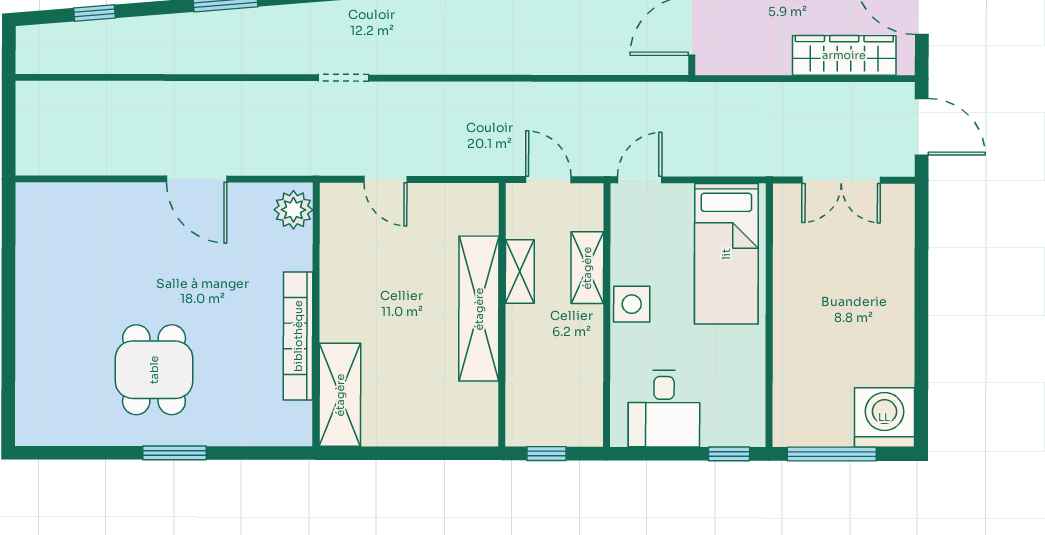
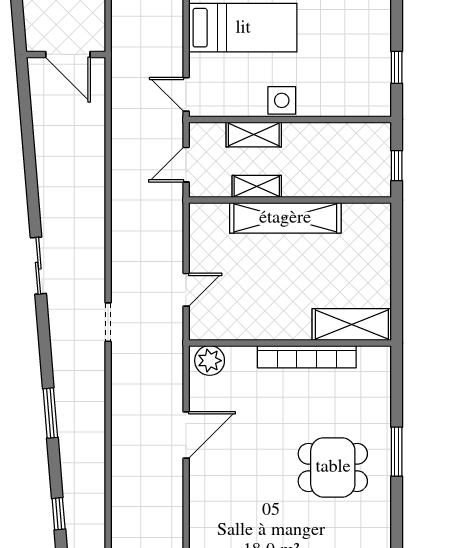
desk: (664, 409) -> (362, 75), removed
window: (729, 454) -> (397, 67), moved

